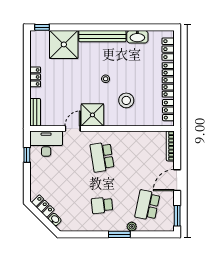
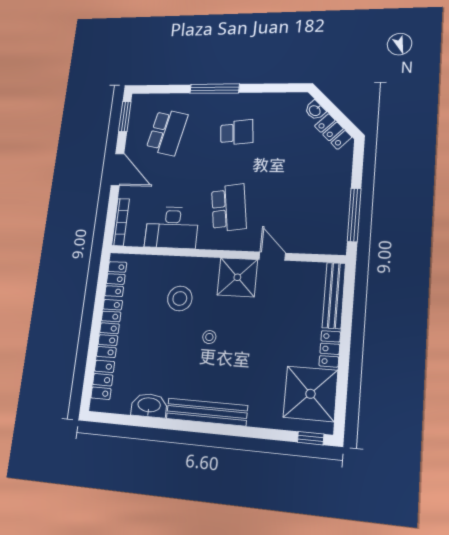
shower: (64, 44) -> (310, 394), moved
bench: (35, 112) -> (334, 295), width x1.36
door: (73, 128) -> (272, 256), swing flipped
desk: (46, 144) -> (172, 228), moved
window: (27, 155) -> (354, 215), width x2.17
door: (177, 180) -> (118, 170), hinge flipped
plant: (132, 227) -> (194, 100), removed
window: (119, 234) -> (215, 89), width x1.44

